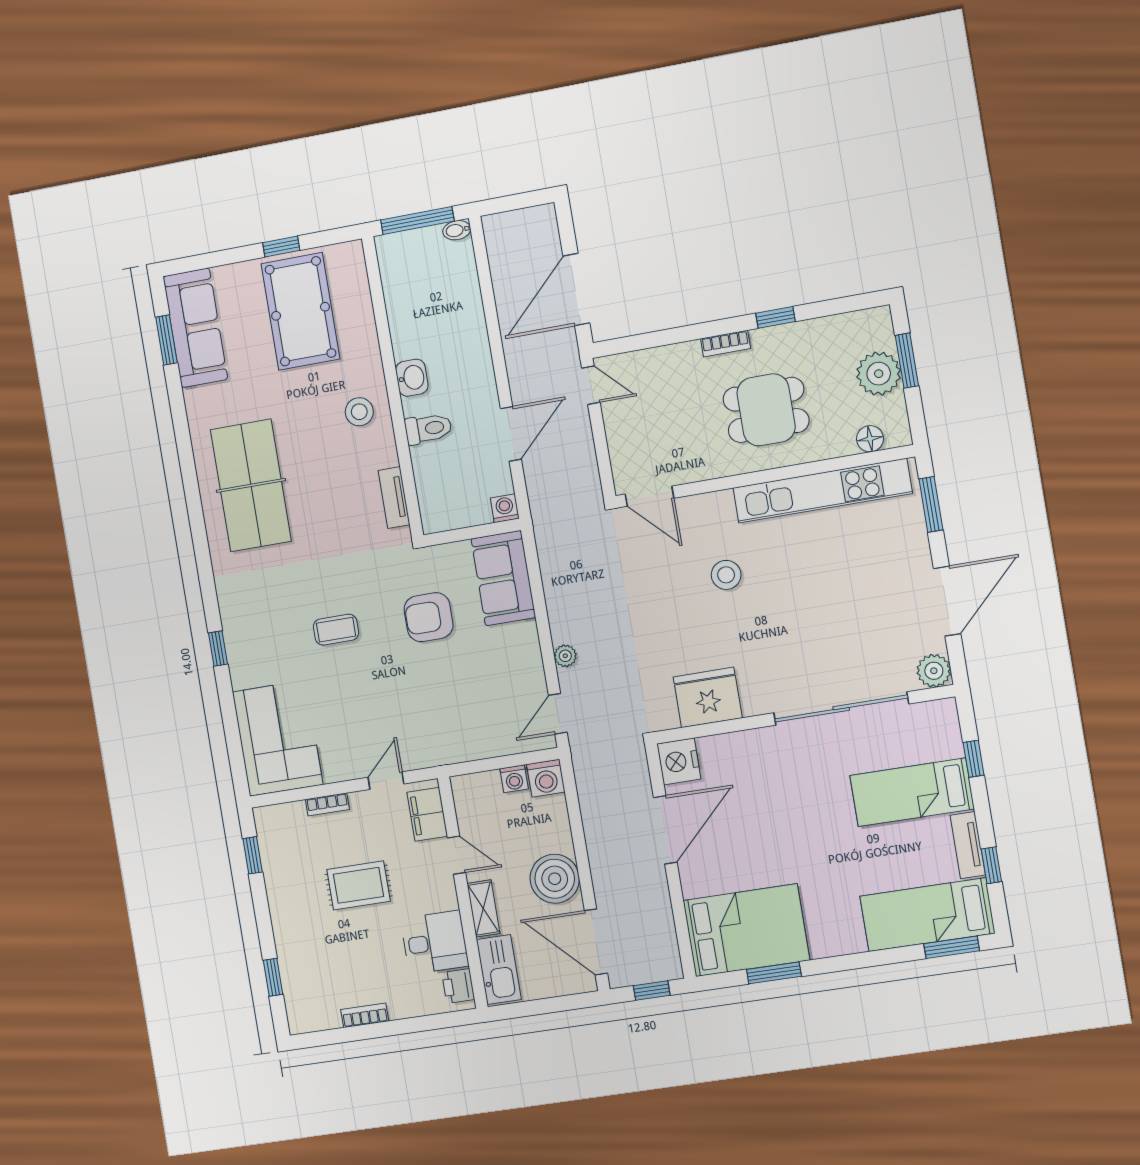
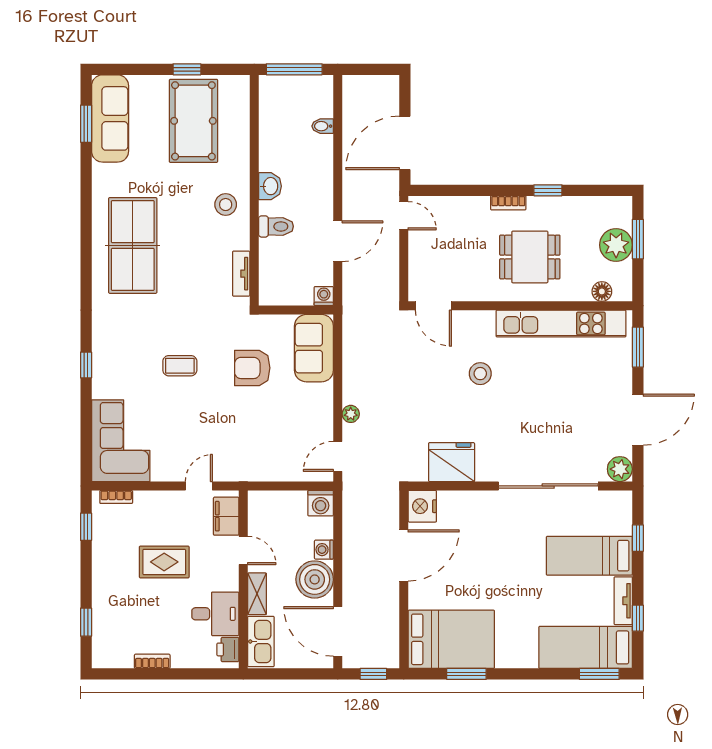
bidet: (457, 230) -> (323, 126), moved
washing machine: (514, 779) -> (324, 550), moved, turned 90
bookcase: (327, 804) -> (116, 497), moved

